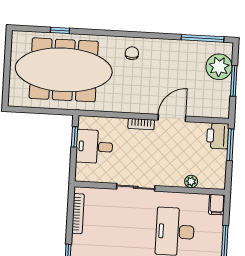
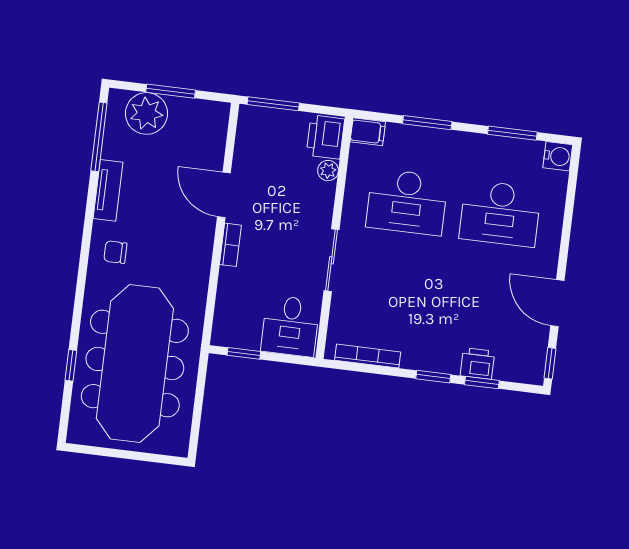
tv unit: (170, 46) -> (108, 190), added
printer: (218, 136) -> (325, 137), moved, turned 90
desk: (94, 147) -> (290, 326), moved

